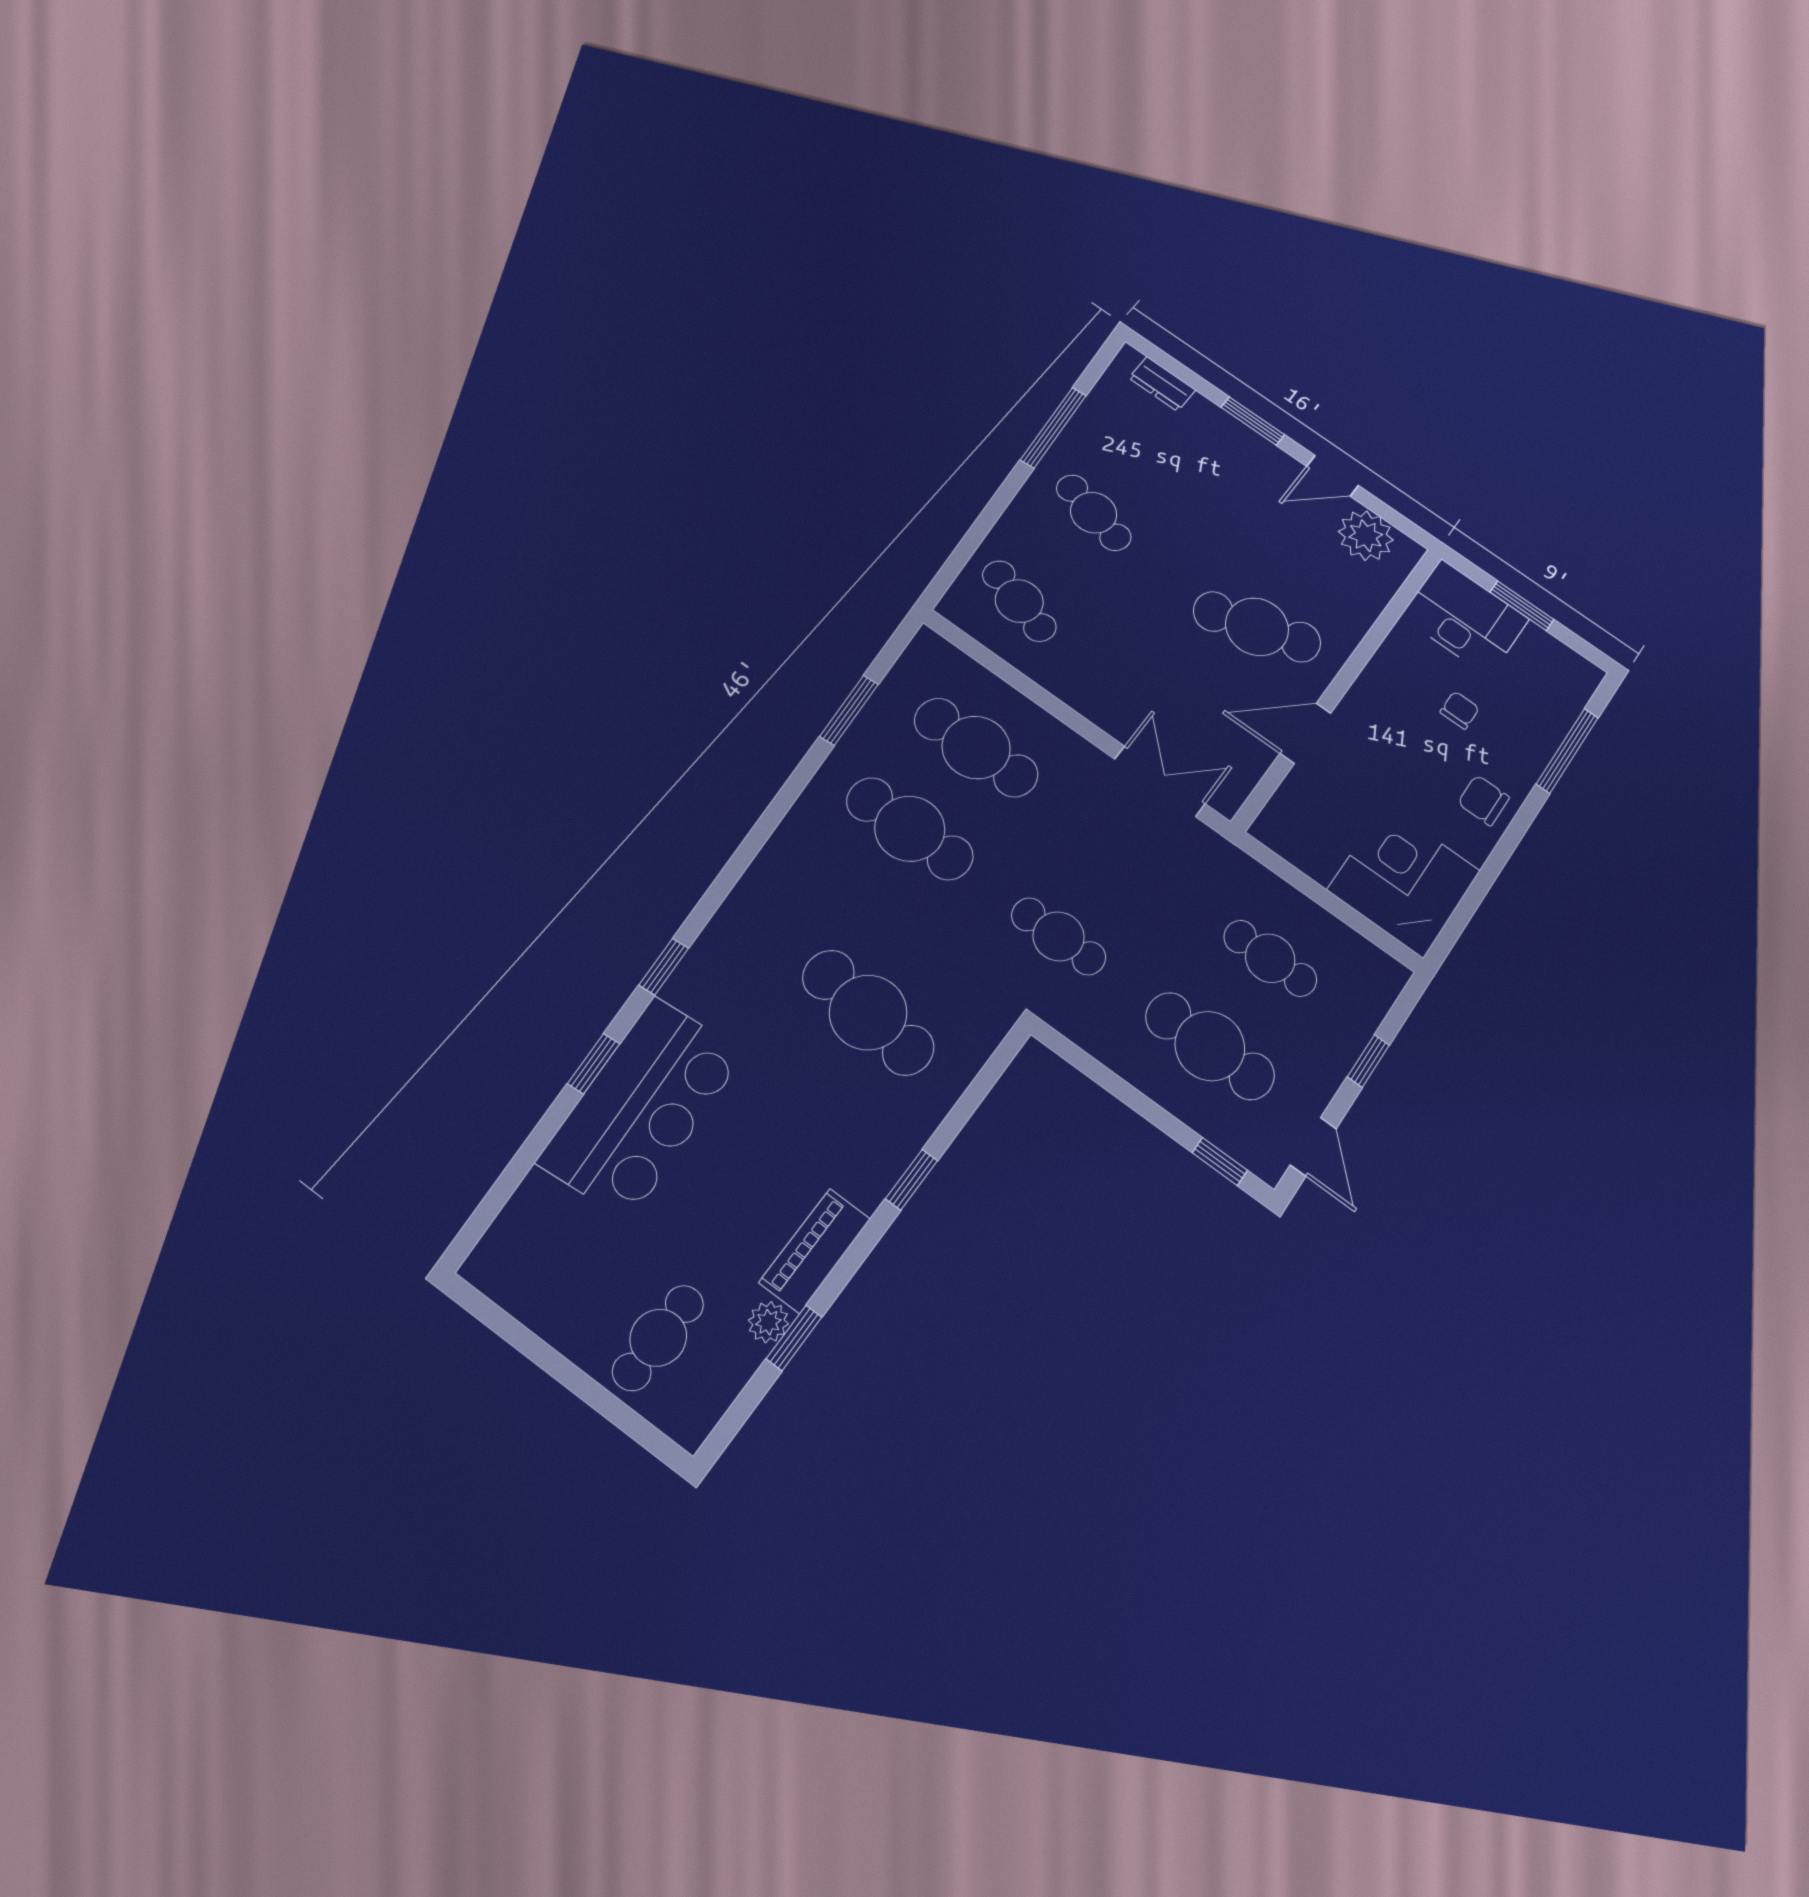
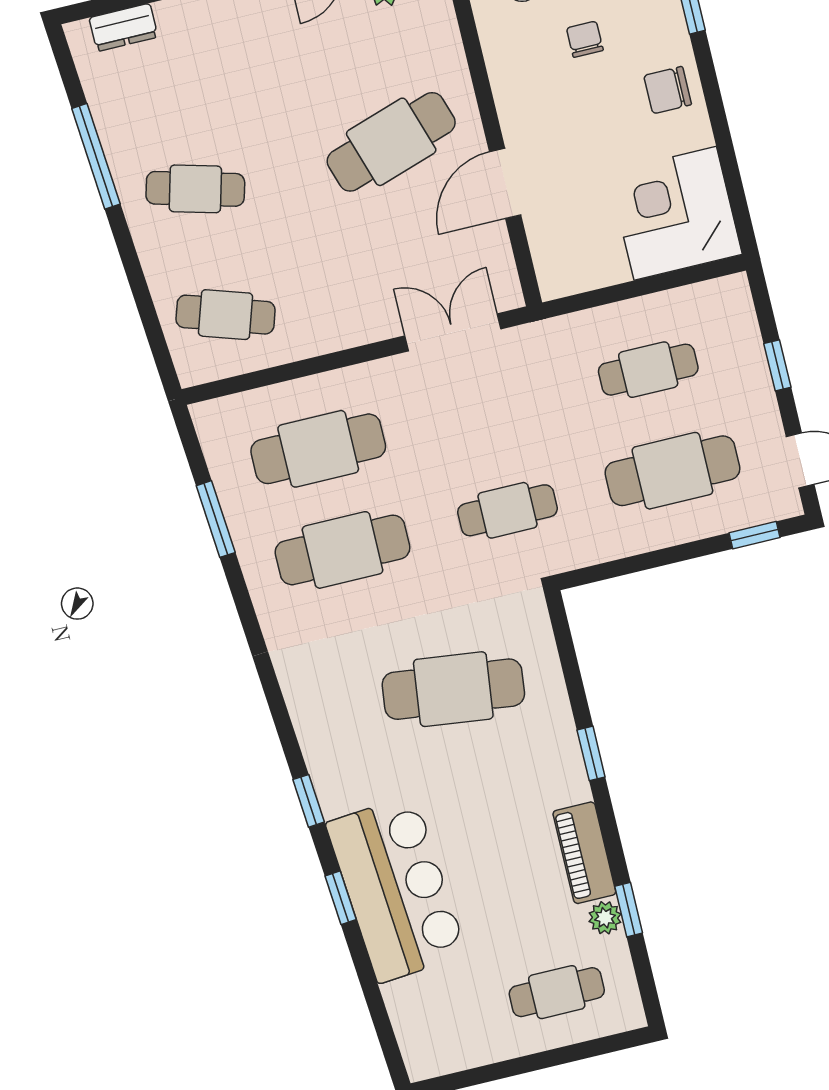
cafe table: (658, 1338) -> (557, 992), turned 90

